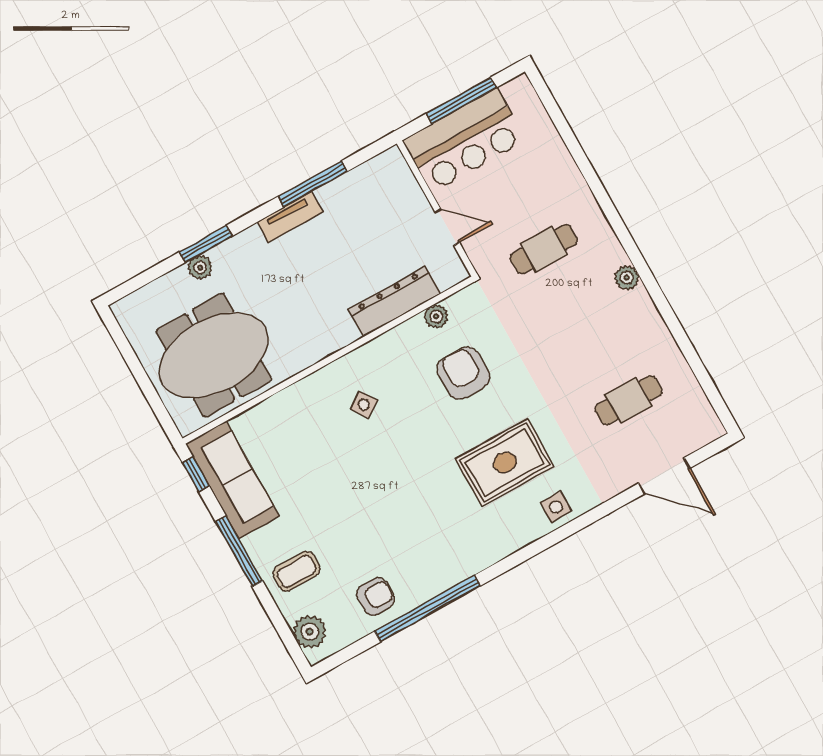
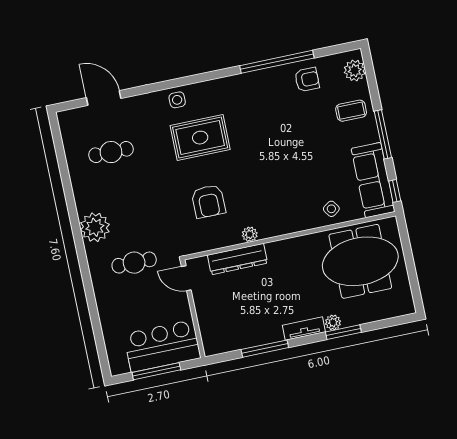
tv unit: (290, 217) -> (304, 329), moved
door: (447, 227) -> (186, 278), moved
plant: (200, 267) -> (333, 322), moved
plant: (627, 278) -> (95, 227), width x1.88, depth x1.88
plant: (436, 317) -> (250, 234), moved
side table: (364, 405) -> (331, 209), moved
armchair: (375, 597) -> (307, 80), turned 180

